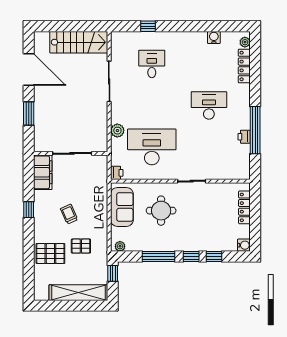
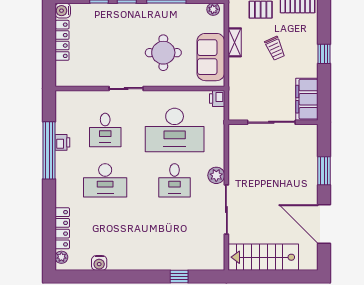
desk: (152, 64) -> (175, 180), moved
plant: (117, 131) -> (216, 175), moved
desk: (209, 147) -> (105, 130), added
locker: (244, 207) -> (62, 40), moved
shelving: (102, 219) -> (235, 42), added

